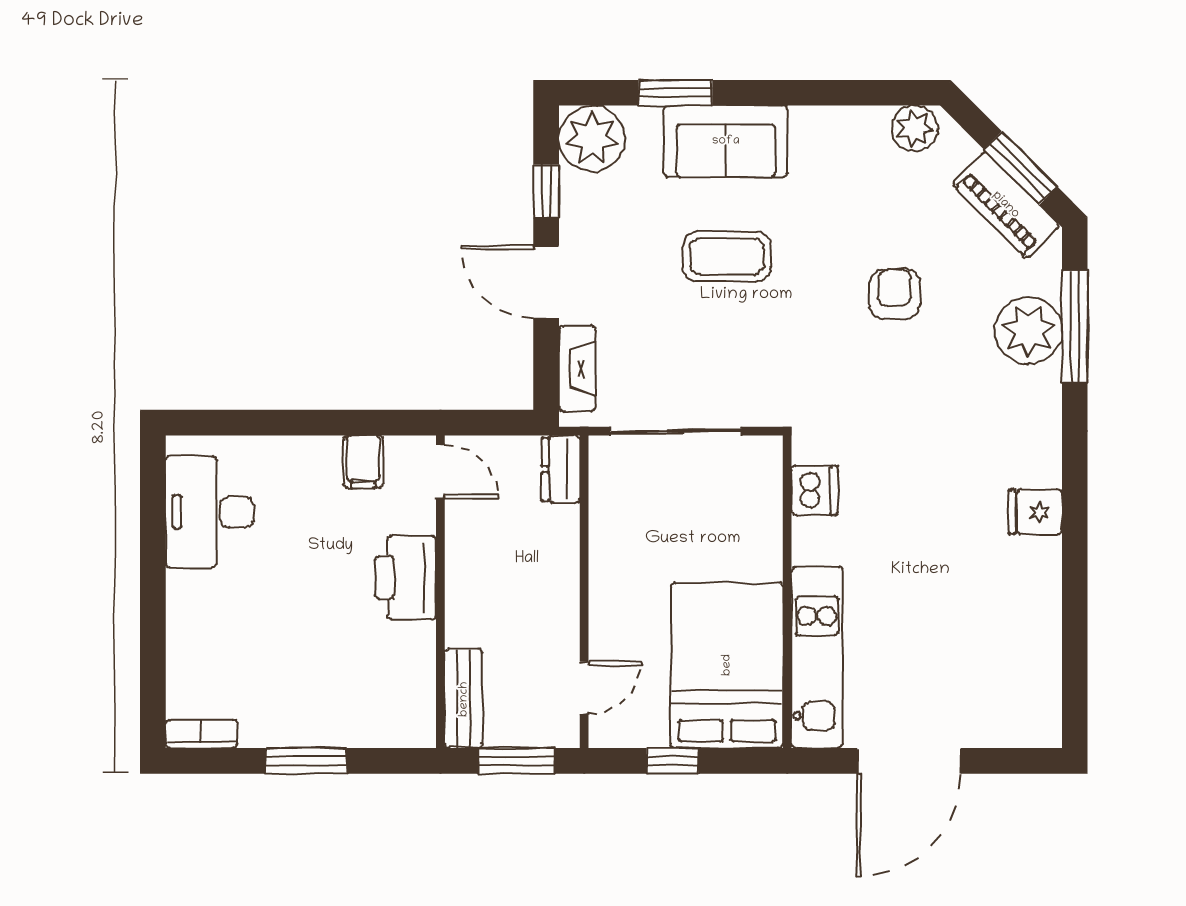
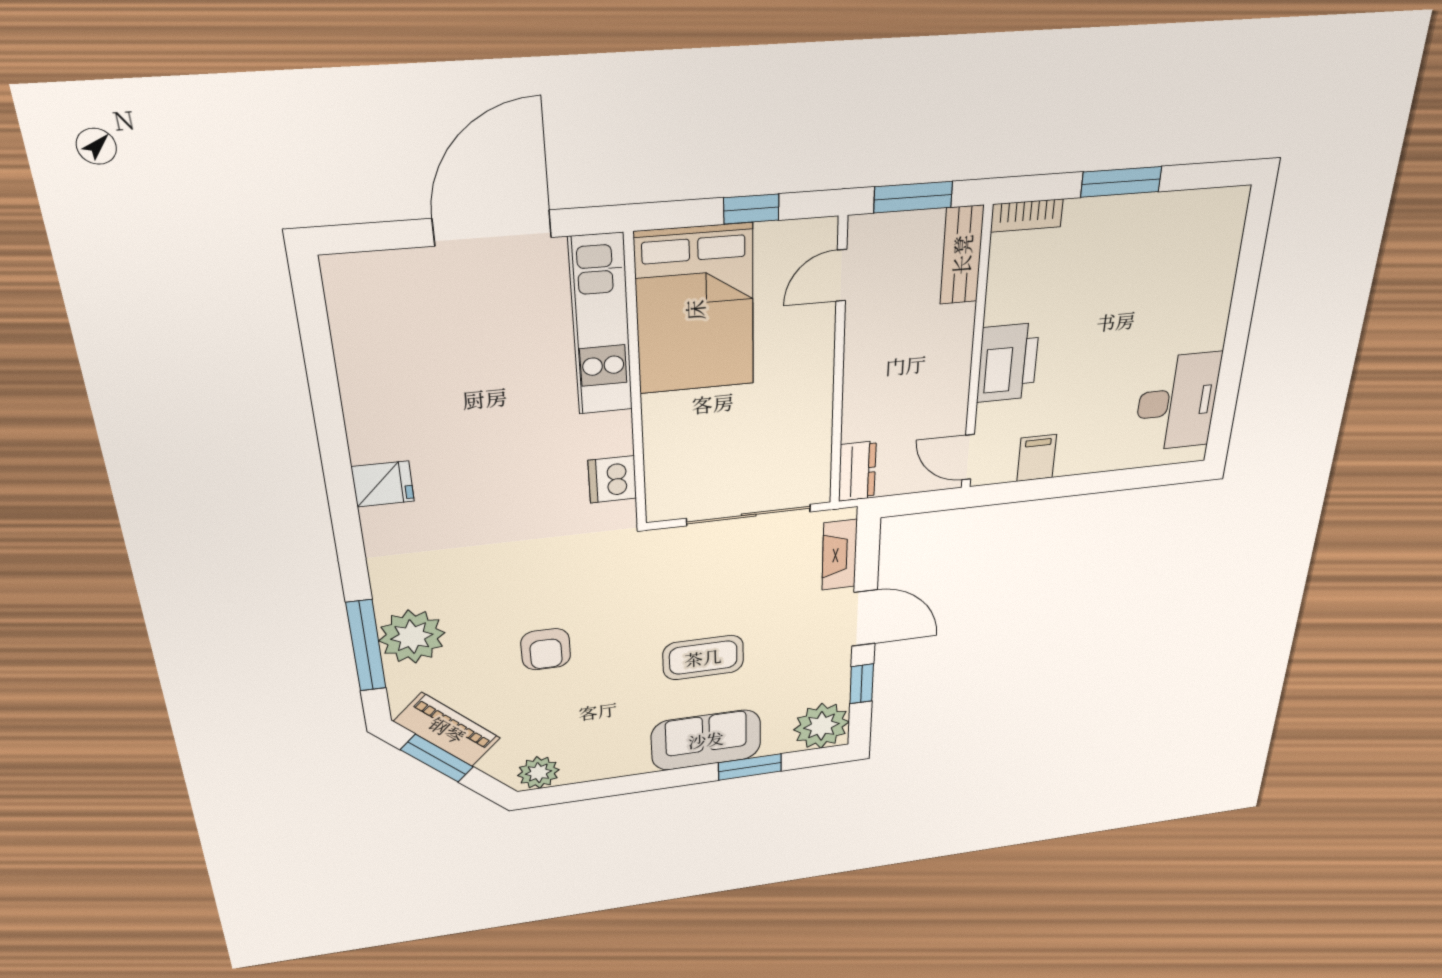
bookcase: (201, 734) -> (1027, 216), moved

